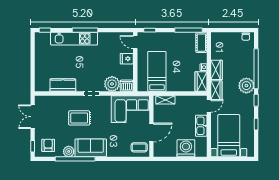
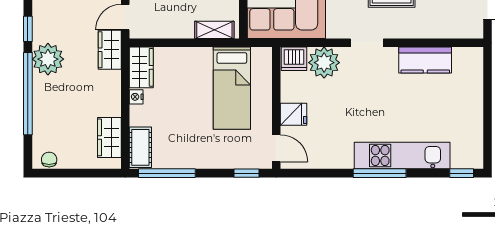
wardrobe: (216, 70) -> (109, 137), moved

